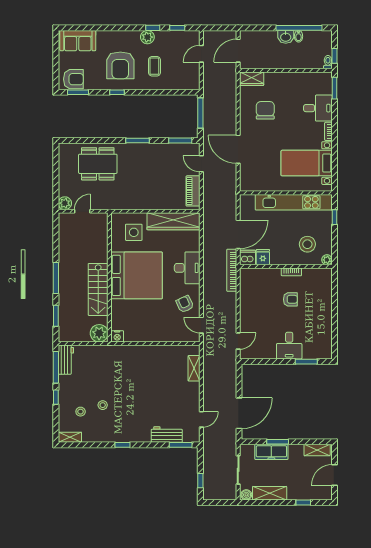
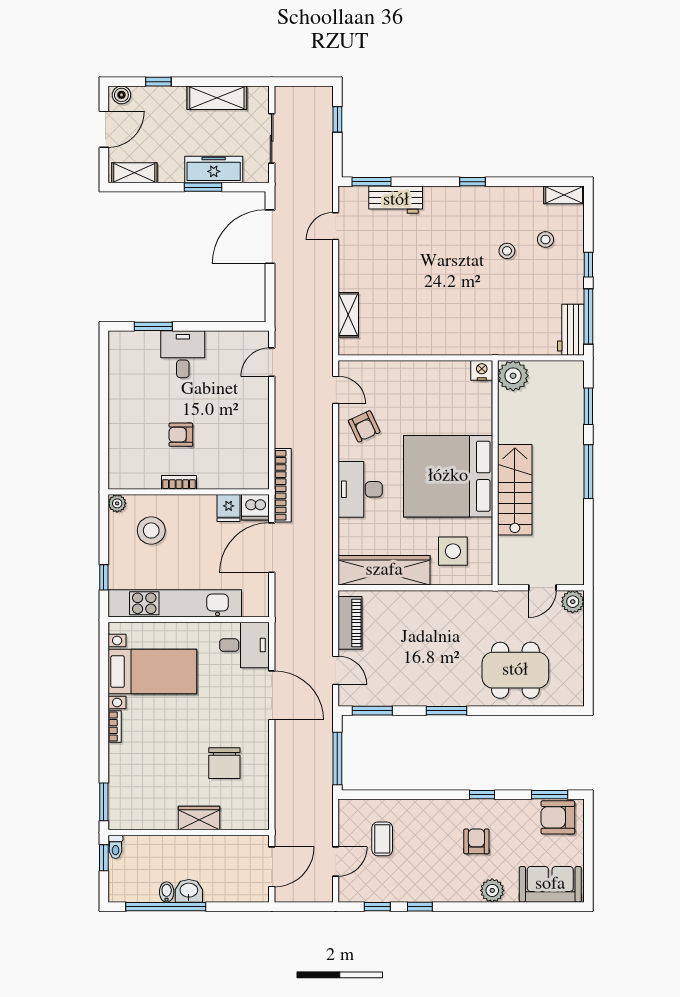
plant: (147, 37) -> (492, 890), moved
armchair: (120, 65) -> (476, 841), width x0.53, depth x0.53
coffee table: (154, 66) -> (382, 839), moved
wardrobe: (252, 79) -> (199, 818), moved
desk: (318, 108) -> (244, 645), moved, turned 180
stairs: (98, 289) -> (515, 490), moved
boiler: (246, 495) -> (121, 95), moved

